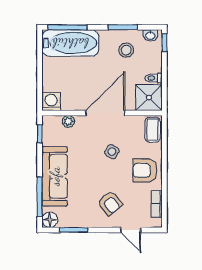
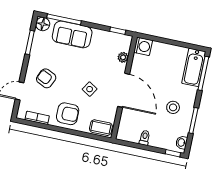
bathtub: (70, 43) -> (194, 67), width x0.73, depth x0.73
stool: (126, 50) -> (173, 107), moved
shower: (149, 98) -> (129, 130), removed
armchair: (145, 170) -> (68, 114), turned 90
sofa: (55, 176) -> (72, 34), width x0.73
armchair: (110, 203) -> (46, 78), turned 64

